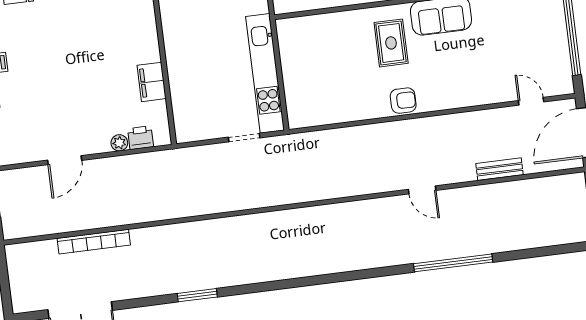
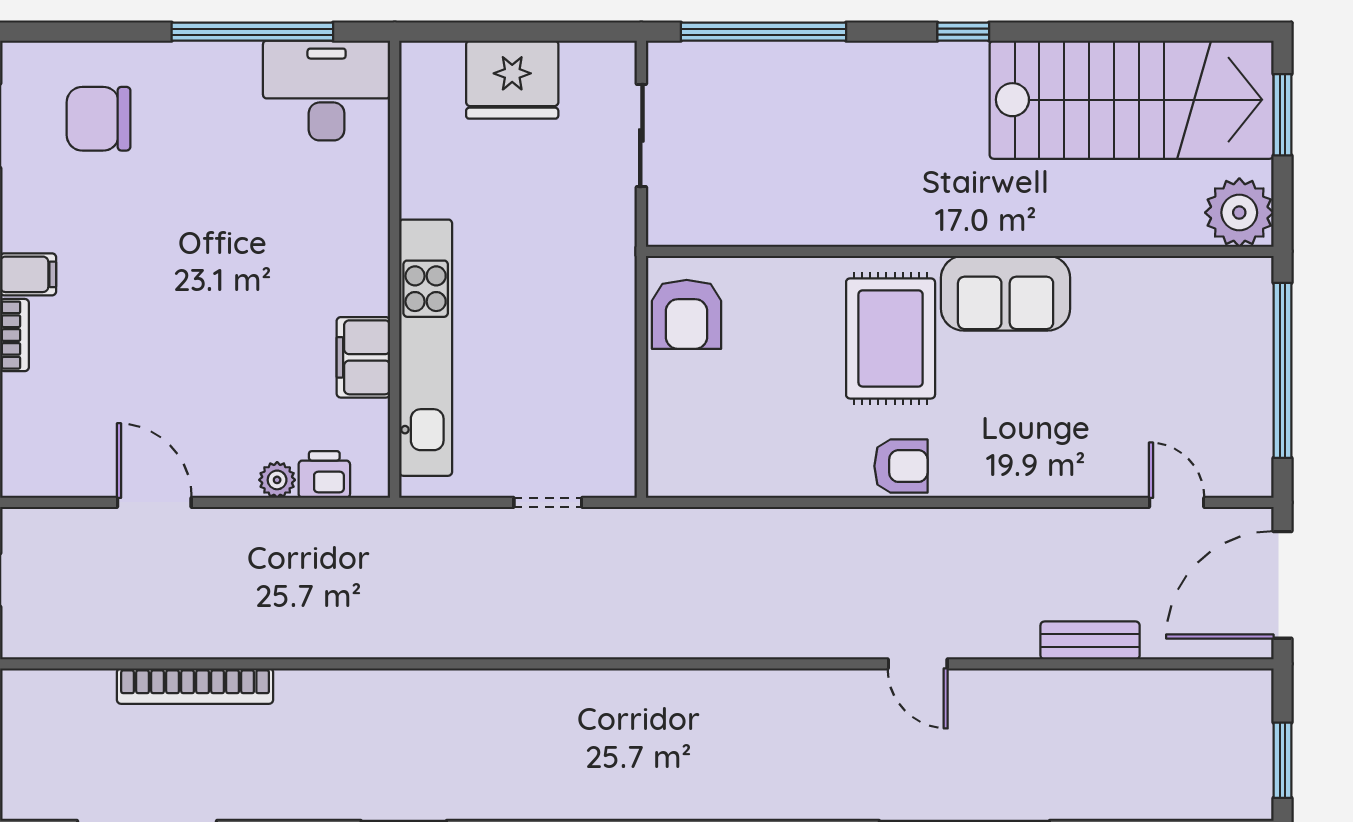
rug: (391, 43) -> (891, 338), width x1.36, depth x1.43
armchair: (297, 44) -> (687, 314), added
kitchen unit: (265, 73) -> (426, 348), moved, turned 180
door: (65, 160) -> (154, 502), swing flipped

